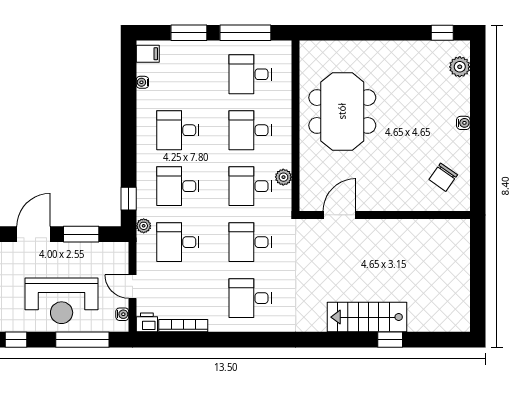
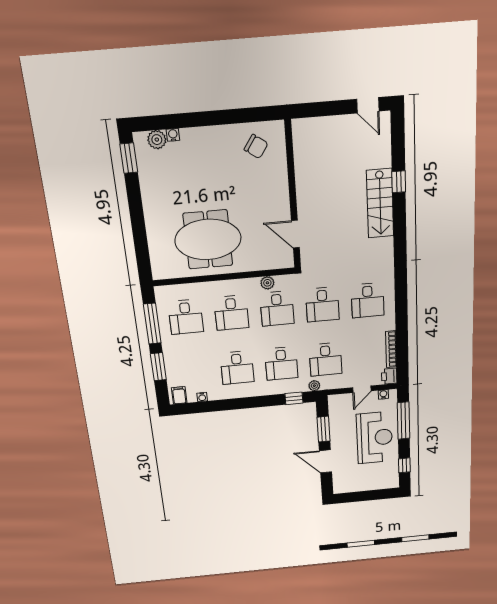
window: (442, 33) -> (129, 158), width x1.50
water cooler: (463, 123) -> (173, 135), moved
door: (478, 306) -> (368, 105), added

